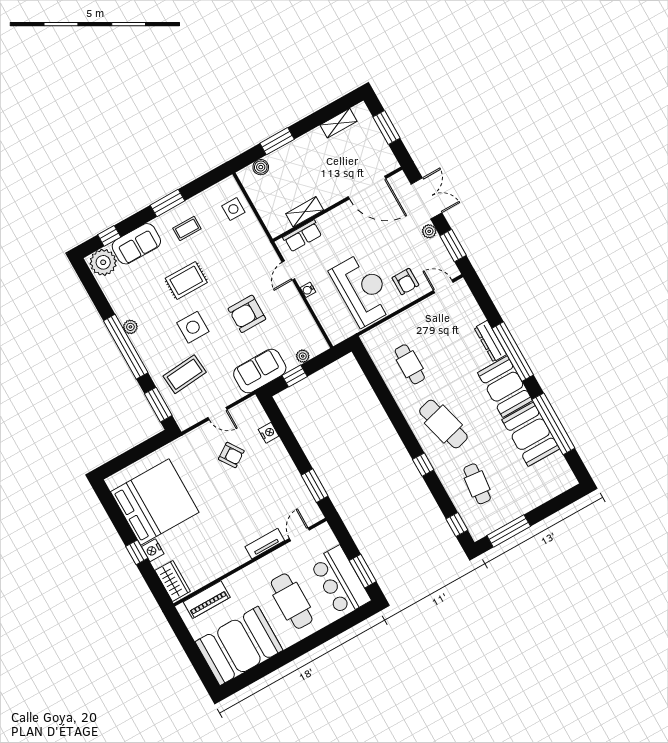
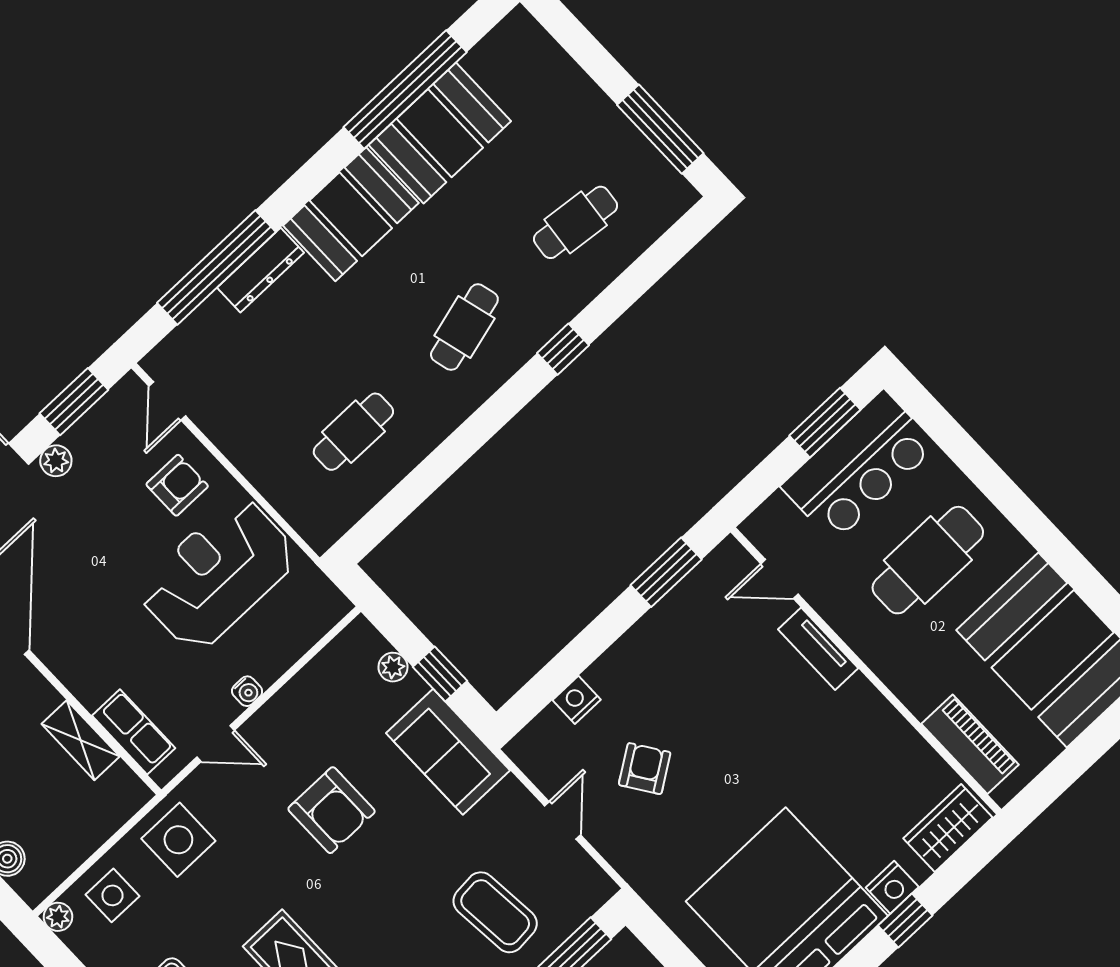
plant: (230, 183) -> (58, 917), added
side table: (193, 327) -> (178, 840), moved
window: (513, 352) -> (216, 267), moved
cafe table: (443, 424) -> (464, 327), width x0.73, depth x0.74
window: (457, 525) -> (674, 244), removed

